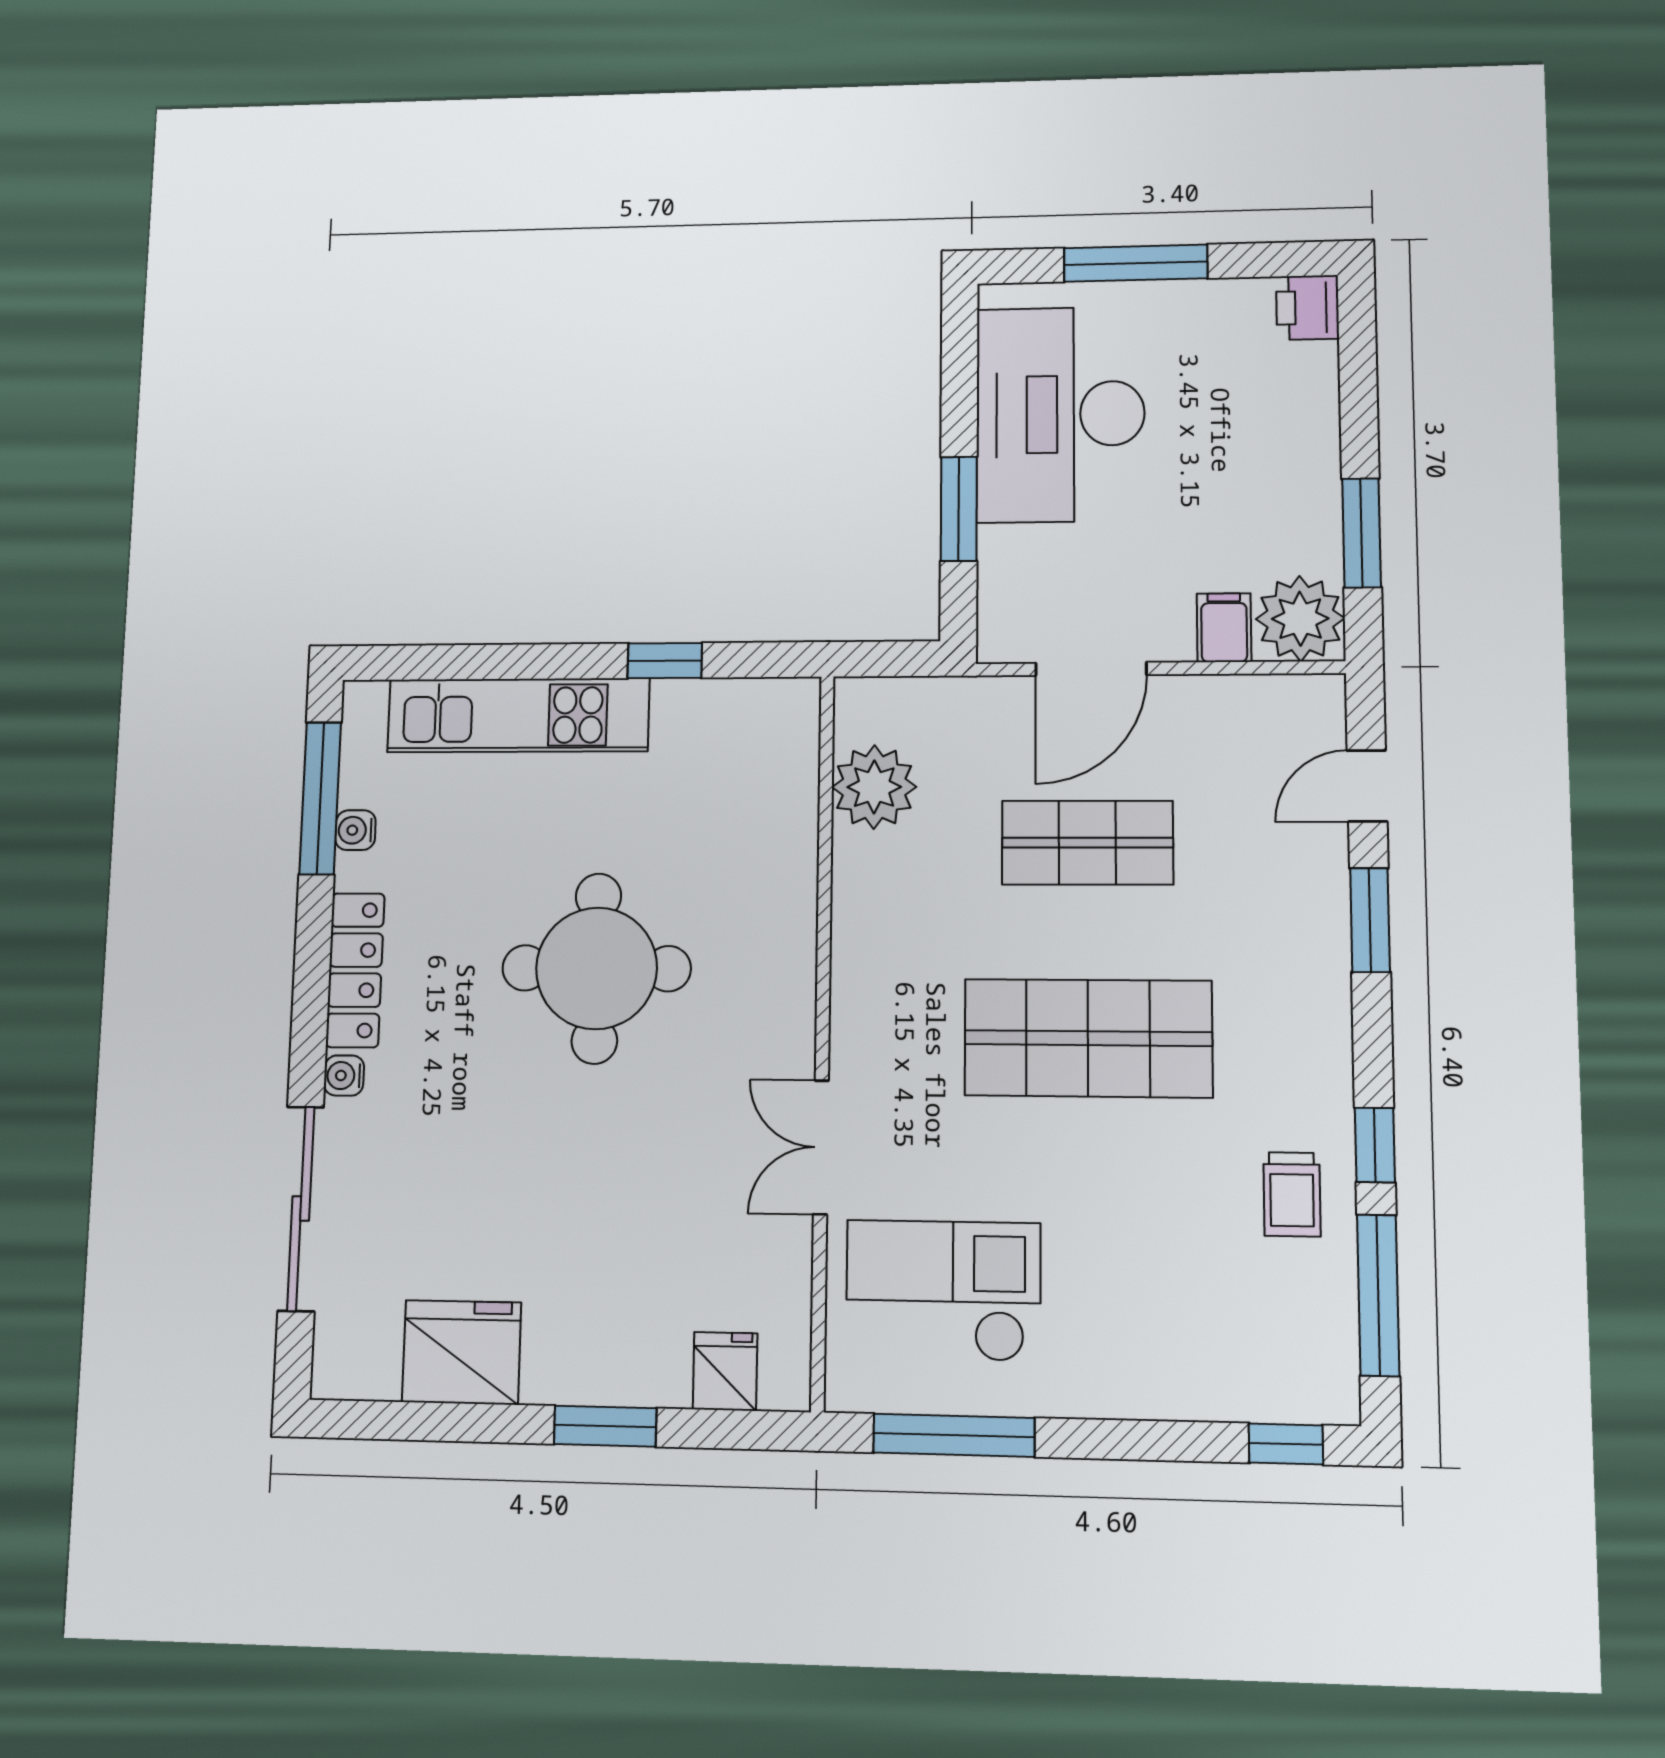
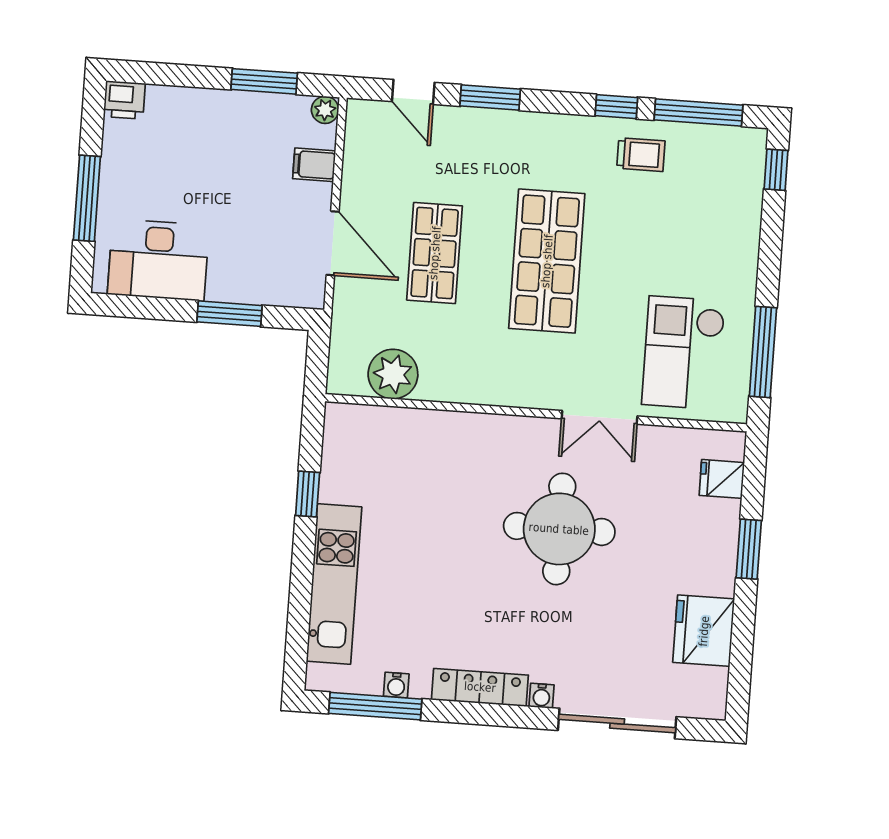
desk: (1060, 414) -> (158, 260), width x0.73, depth x0.77
plant: (1300, 619) -> (325, 110), width x0.53, depth x0.53
round table: (596, 968) -> (559, 529), moved

